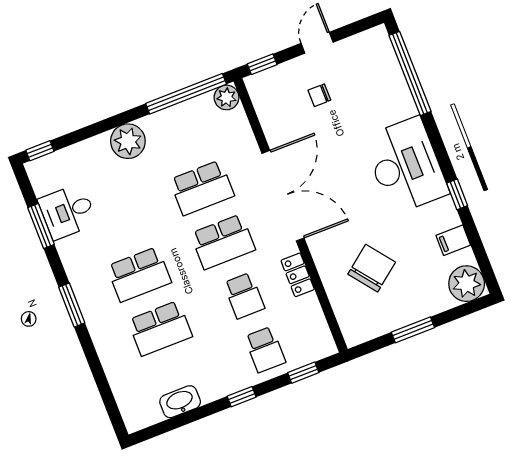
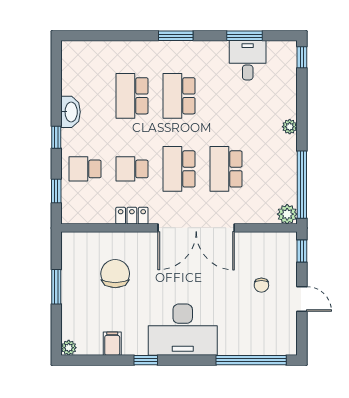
chair: (319, 95) -> (261, 285), turned 180
plant: (128, 141) -> (290, 127), width x0.53, depth x0.53
chair: (372, 268) -> (115, 274), turned -142
plant: (467, 284) -> (69, 348), width x0.53, depth x0.53
washbasin: (180, 402) -> (71, 112), moved

